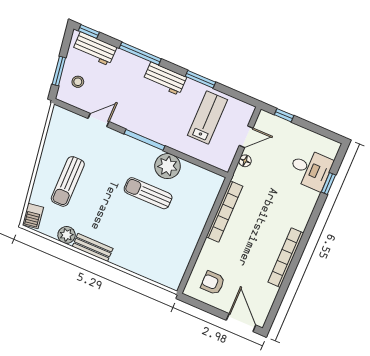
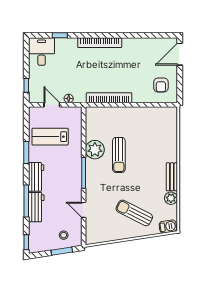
workbench: (95, 49) -> (36, 207), moved
desk: (311, 169) -> (42, 52), moved
sun lounger: (68, 181) -> (134, 213), turned -153
bookcase: (286, 258) -> (100, 43), moved

